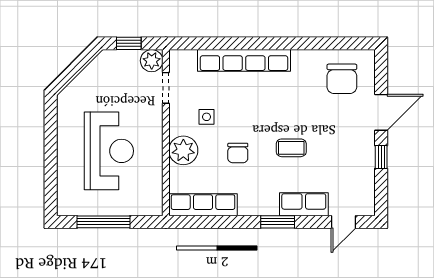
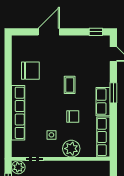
chair: (342, 79) -> (30, 71), moved
door: (381, 112) -> (49, 32), hinge flipped
window: (381, 157) -> (96, 32), moved
row of seats: (304, 204) -> (103, 102), moved

